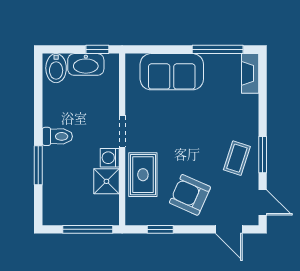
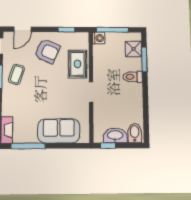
toilet: (57, 136) -> (133, 77), moved
washing machine: (110, 158) -> (99, 38), moved
window: (38, 165) -> (144, 59), moved
shower: (106, 181) -> (134, 49), moved
door: (229, 229) -> (23, 29), swing flipped

